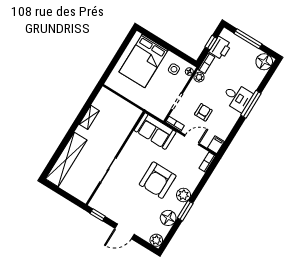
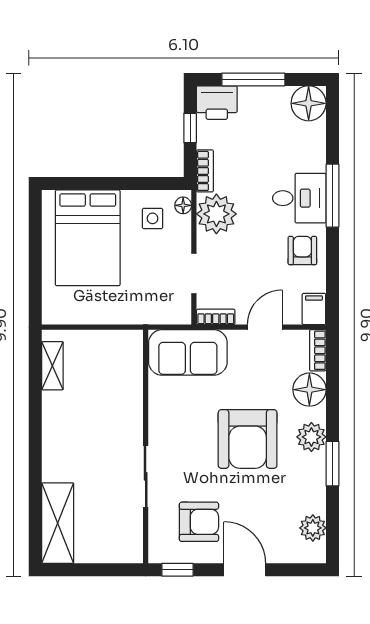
printer: (220, 48) -> (217, 103), moved, turned 90
plant: (199, 77) -> (216, 214), width x1.87, depth x1.87
armchair: (203, 112) -> (302, 251), moved
shelving: (89, 117) -> (52, 366), moved
shelving: (66, 159) -> (58, 523), width x0.68
armchair: (118, 201) -> (199, 522), added
floor lamp: (168, 218) -> (309, 390), moved
door: (124, 231) -> (245, 570), swing flipped
plant: (156, 240) -> (313, 528), moved

